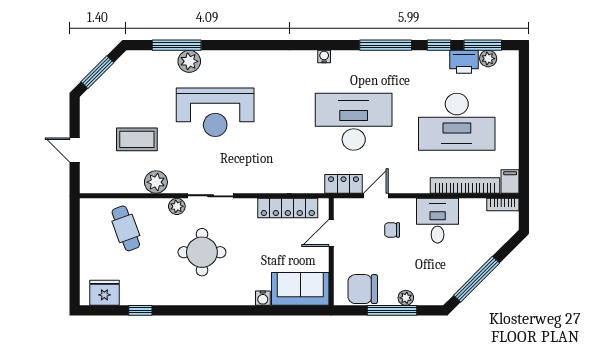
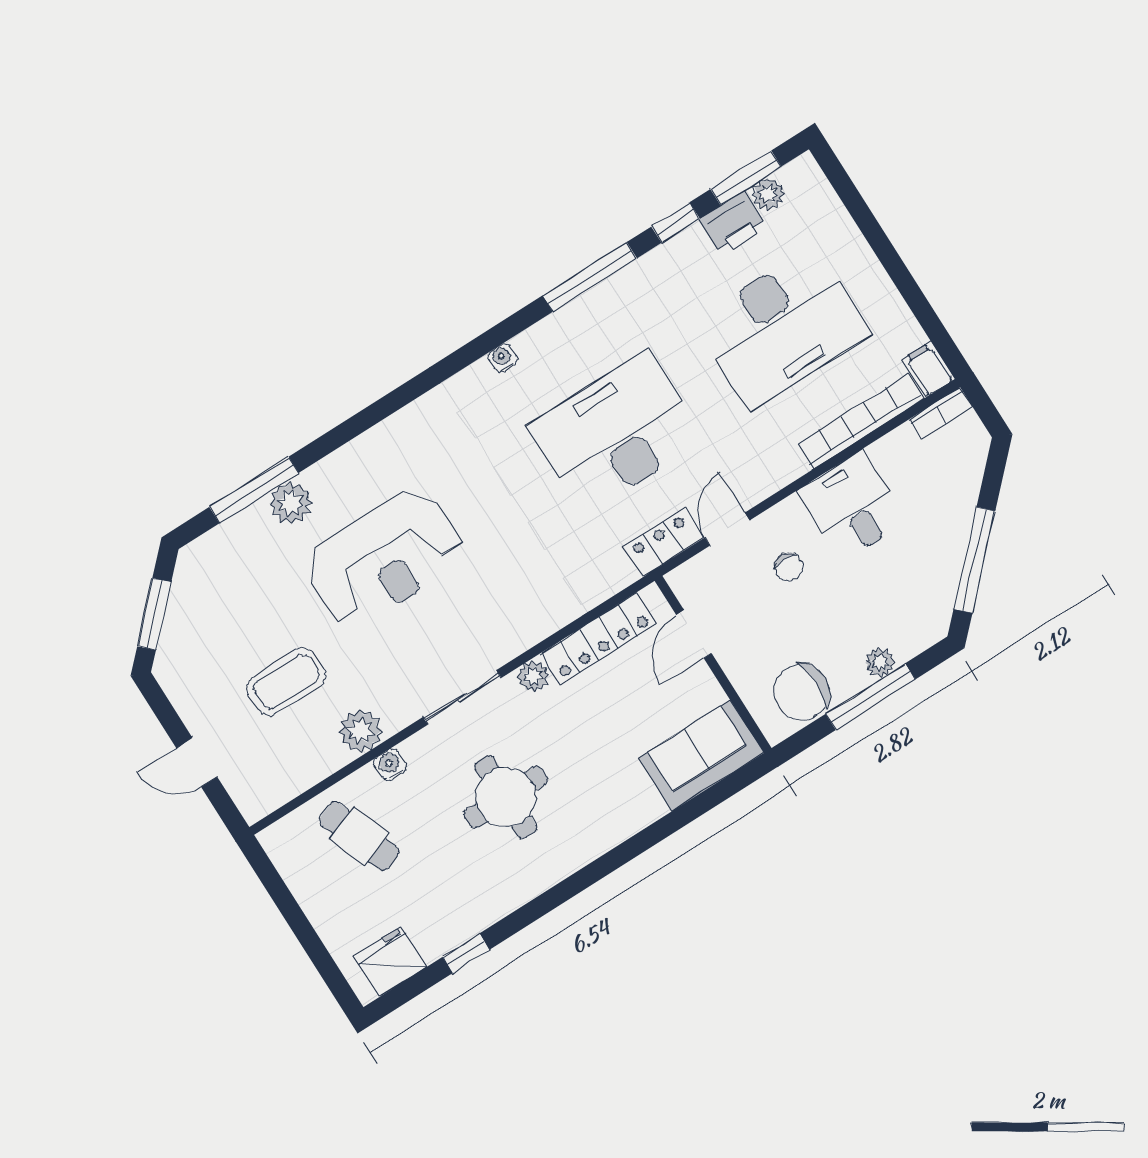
plant: (177, 206) -> (533, 676), moved
chair: (392, 230) -> (789, 567), turned -90
water cooler: (263, 298) -> (390, 765), moved, turned 180

